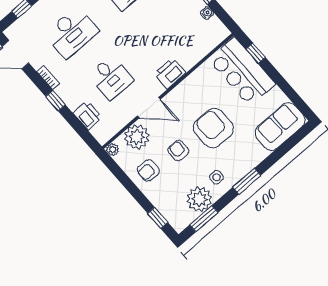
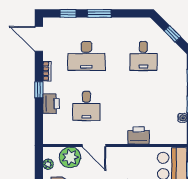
printer: (170, 73) -> (139, 135), moved
printer: (87, 115) -> (51, 103), moved
plant: (113, 150) -> (48, 164), moved

